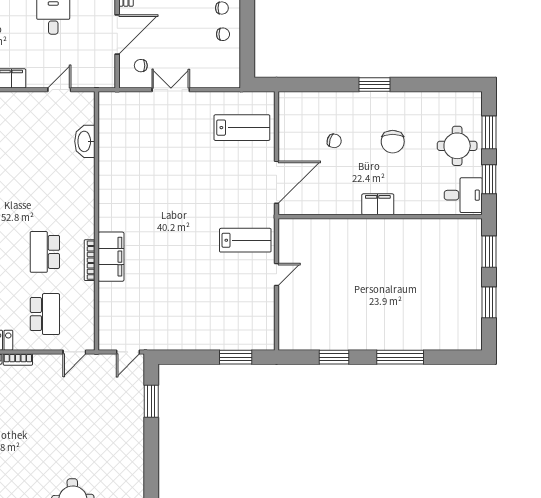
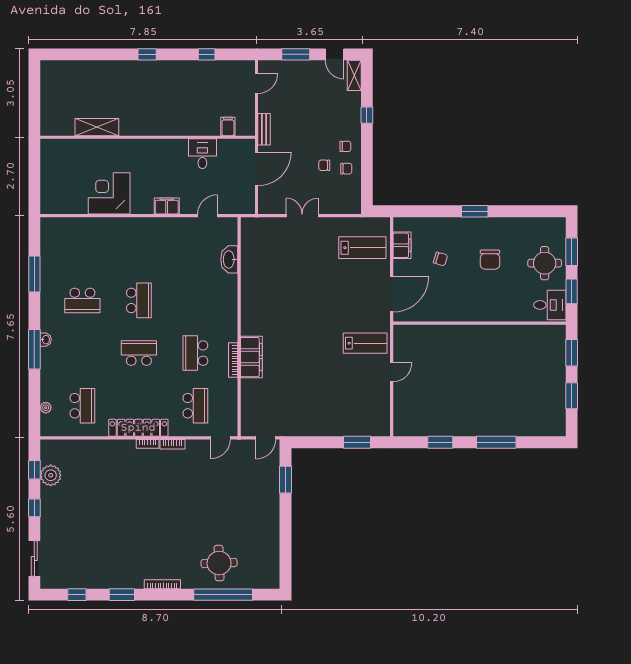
chair: (141, 66) -> (324, 165), moved
filing cabinet: (378, 204) -> (402, 245), moved, turned 90

